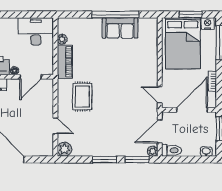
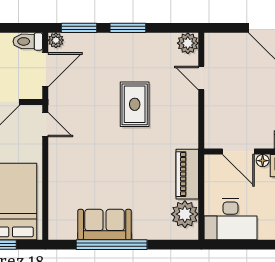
plant: (62, 39) -> (185, 214), width x1.87, depth x1.87
door: (31, 77) -> (238, 151), swing flipped
rug: (82, 97) -> (135, 104), moved

